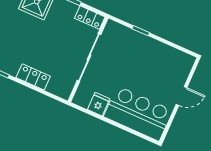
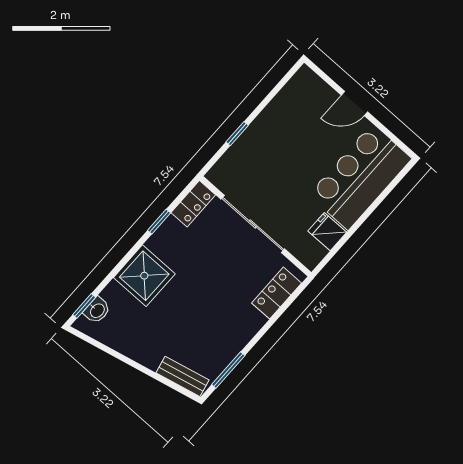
locker: (33, 77) -> (276, 293), moved
door: (182, 96) -> (355, 103), swing flipped

